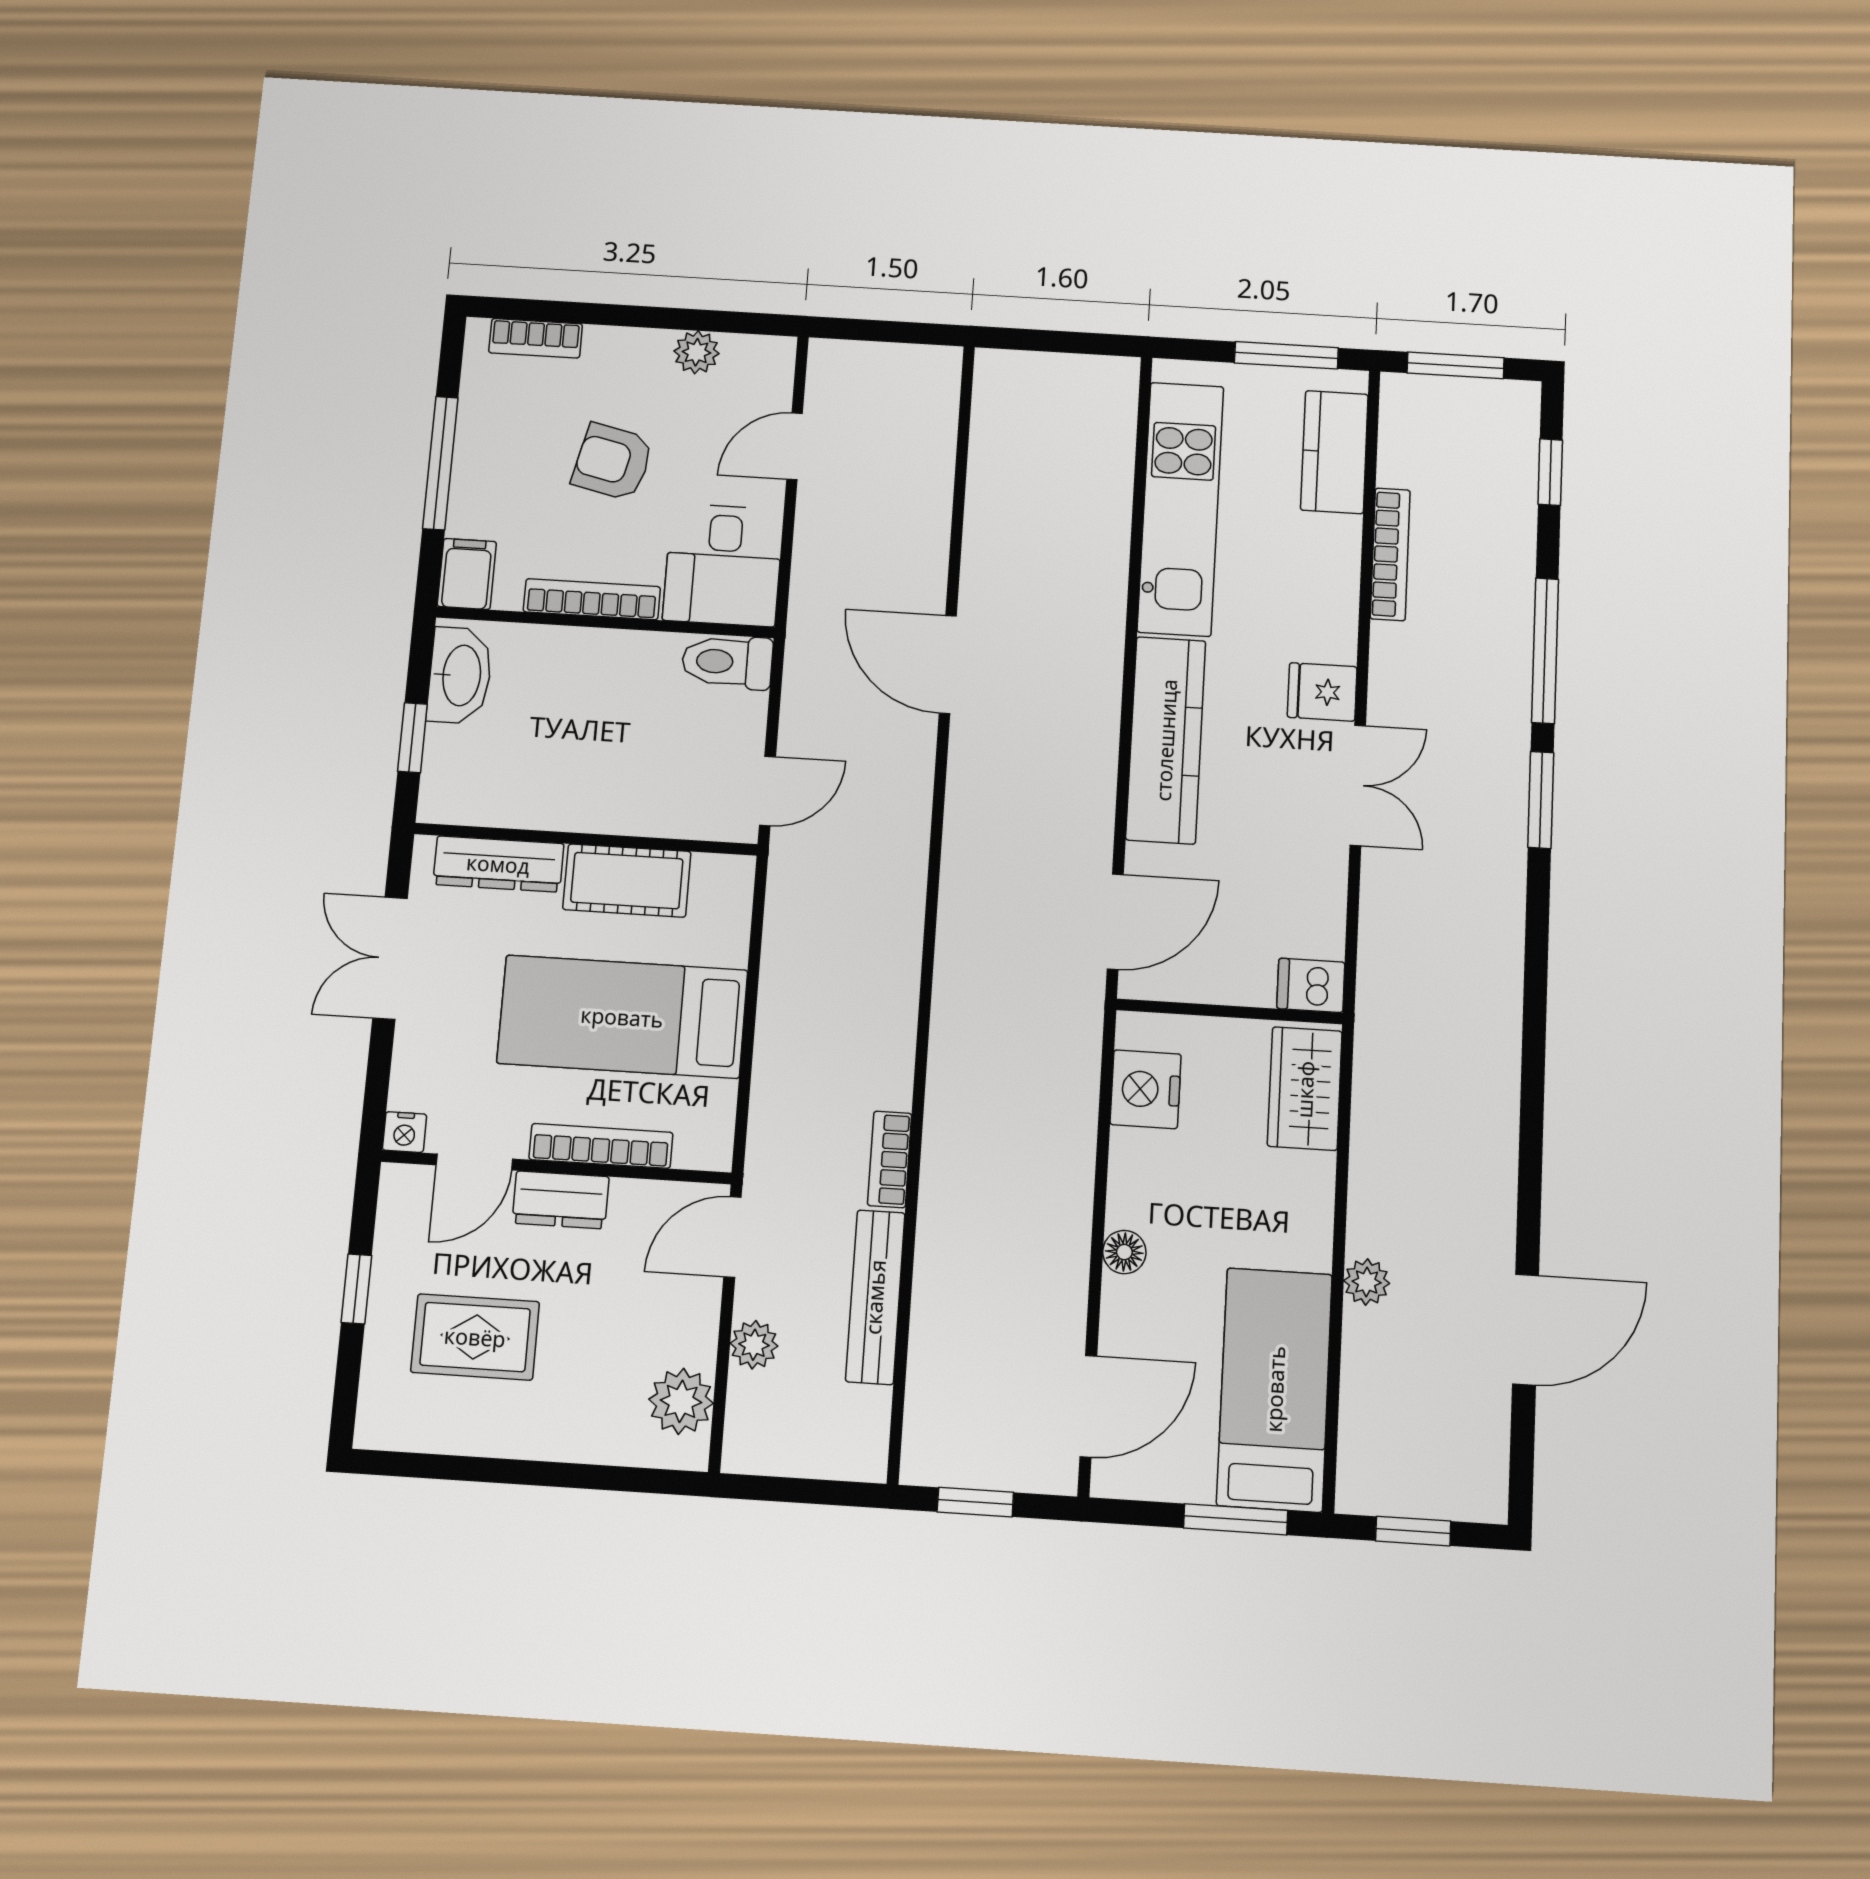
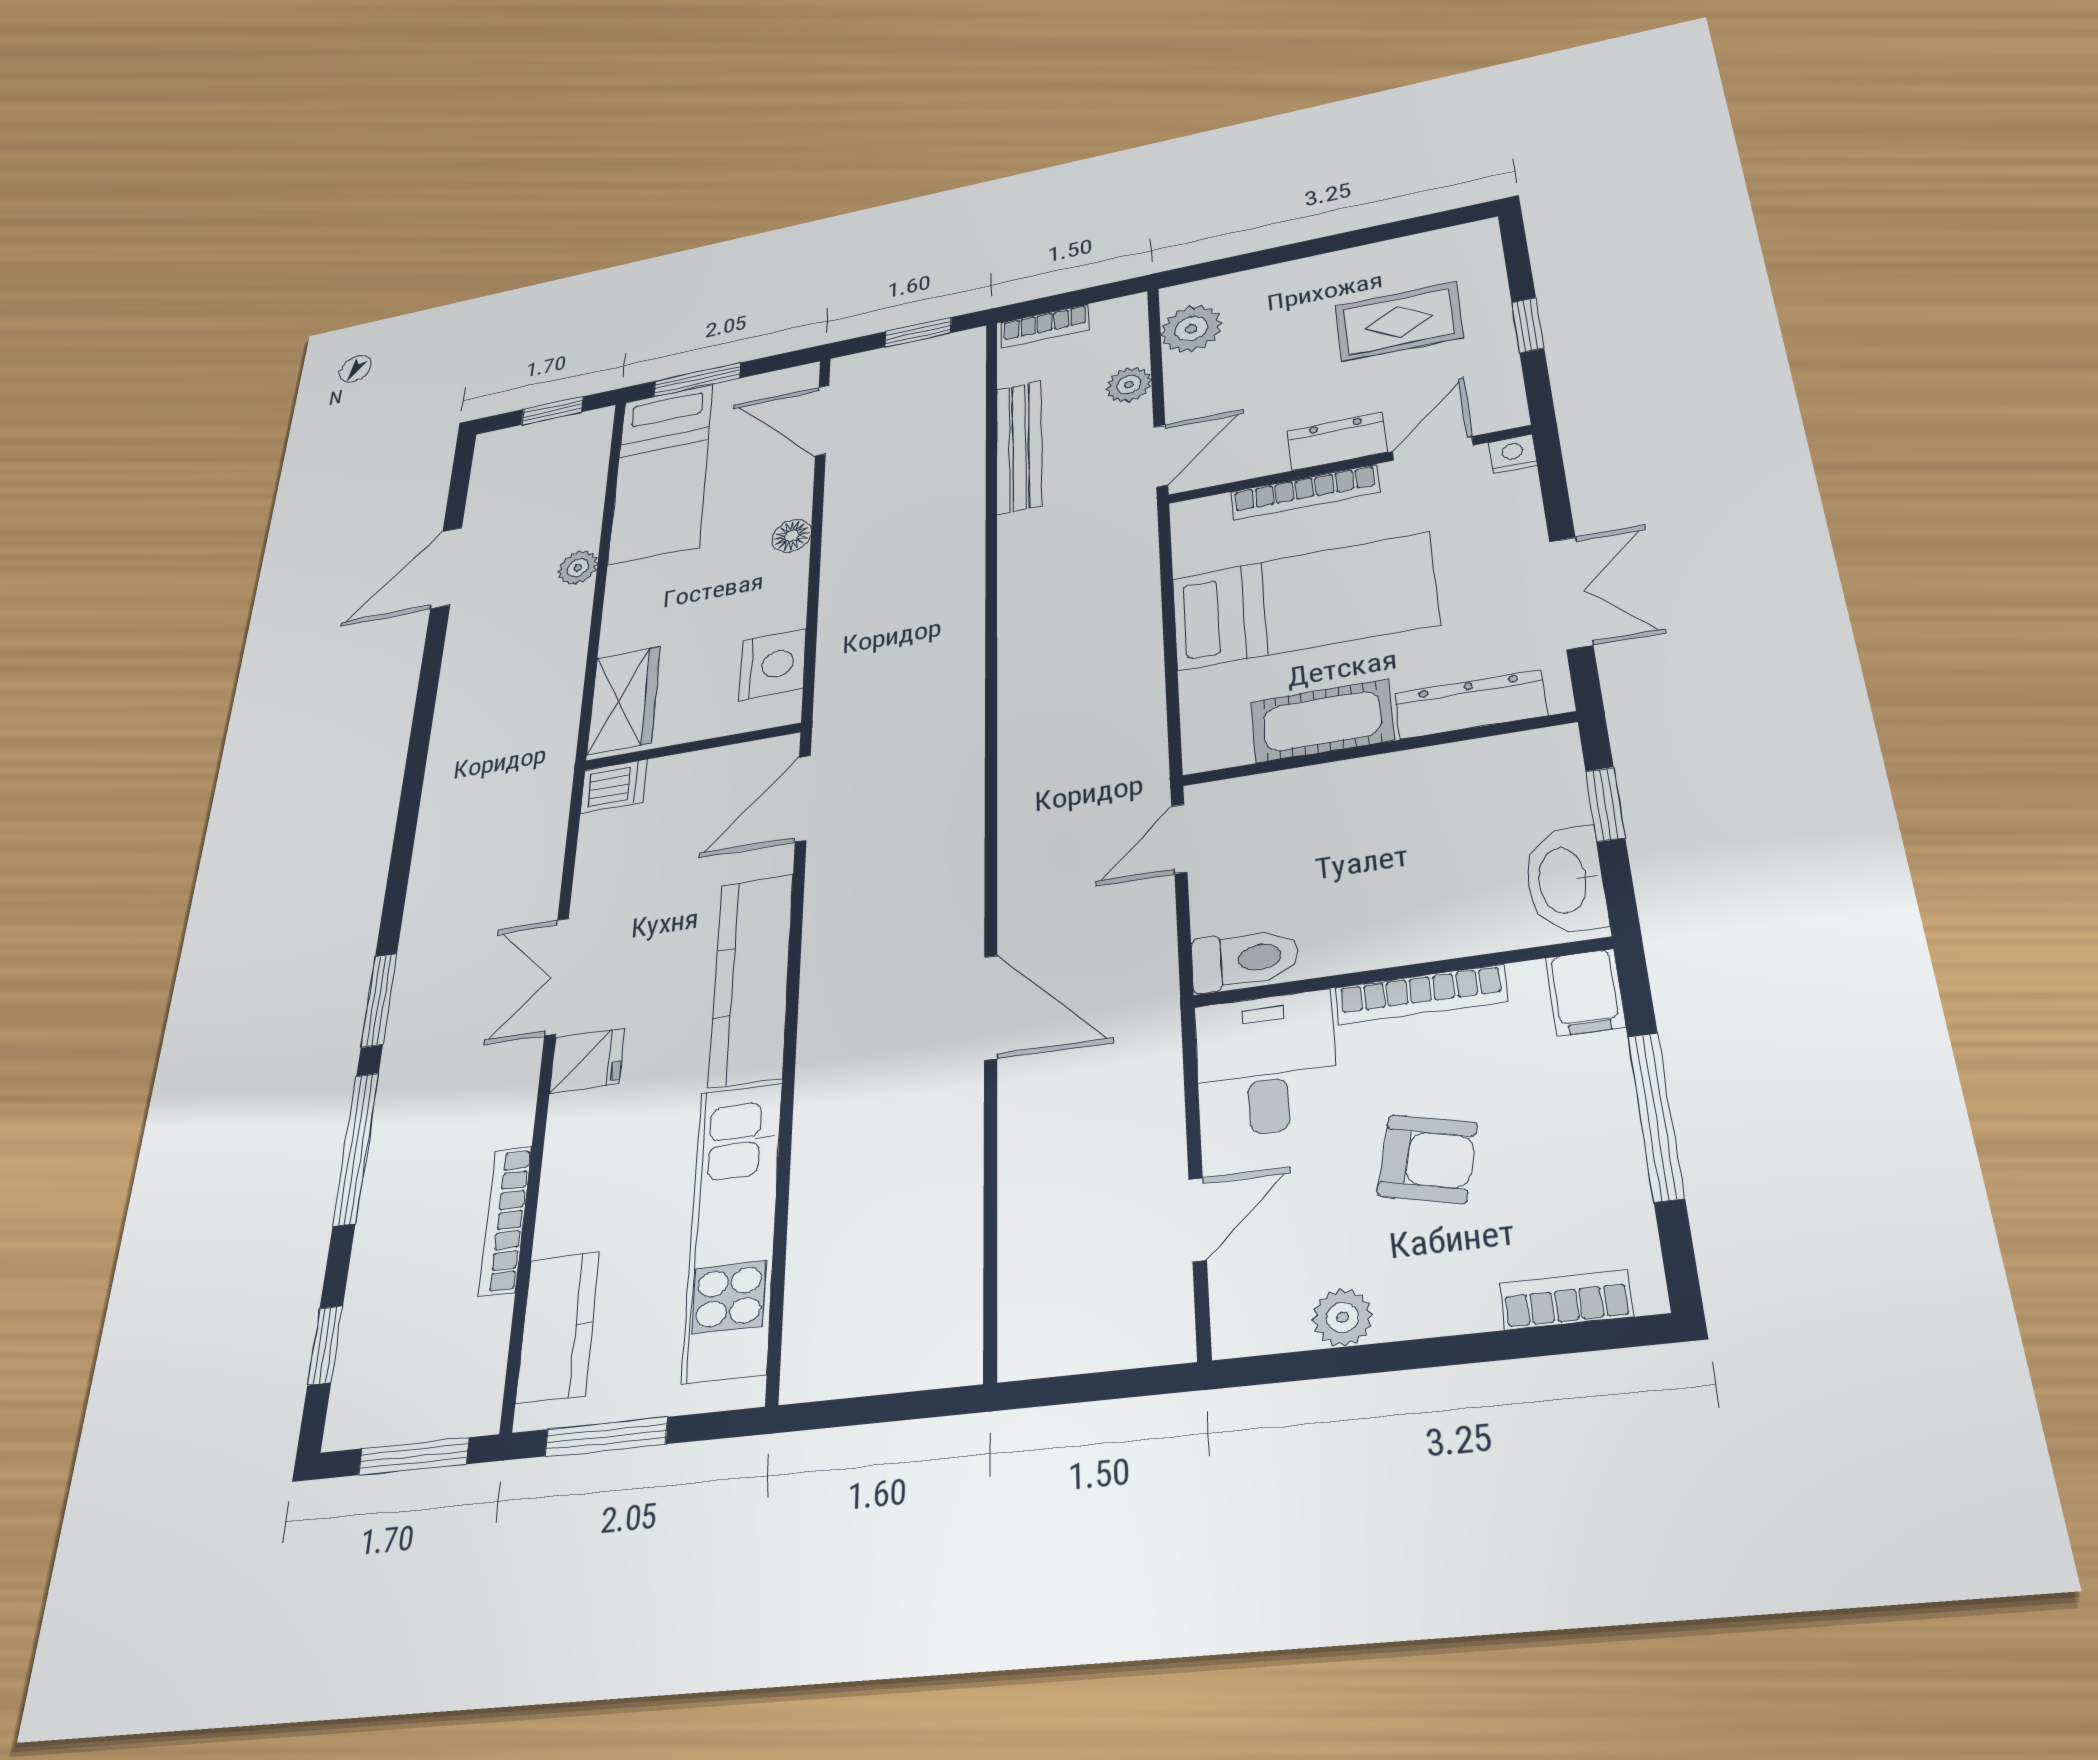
bookcase: (890, 1159) -> (1045, 326), moved, turned 90
door: (1088, 1406) -> (822, 420), hinge flipped

